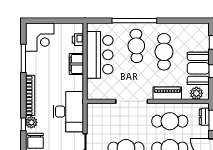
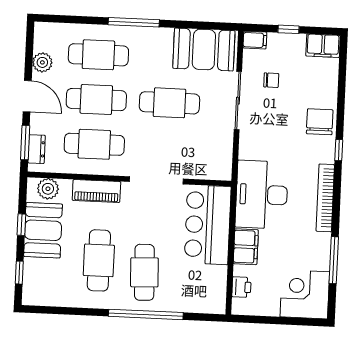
bar counter: (100, 55) -> (208, 225), moved
desk: (68, 112) -> (262, 195), moved
plant: (31, 122) -> (325, 153), removed

